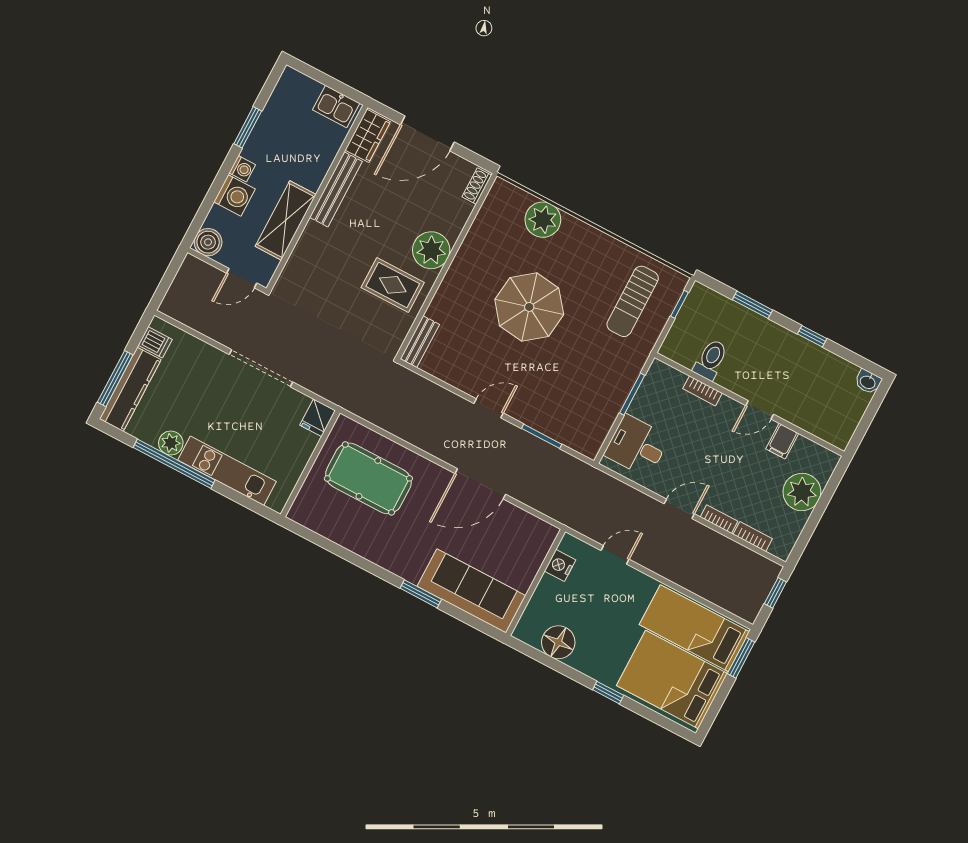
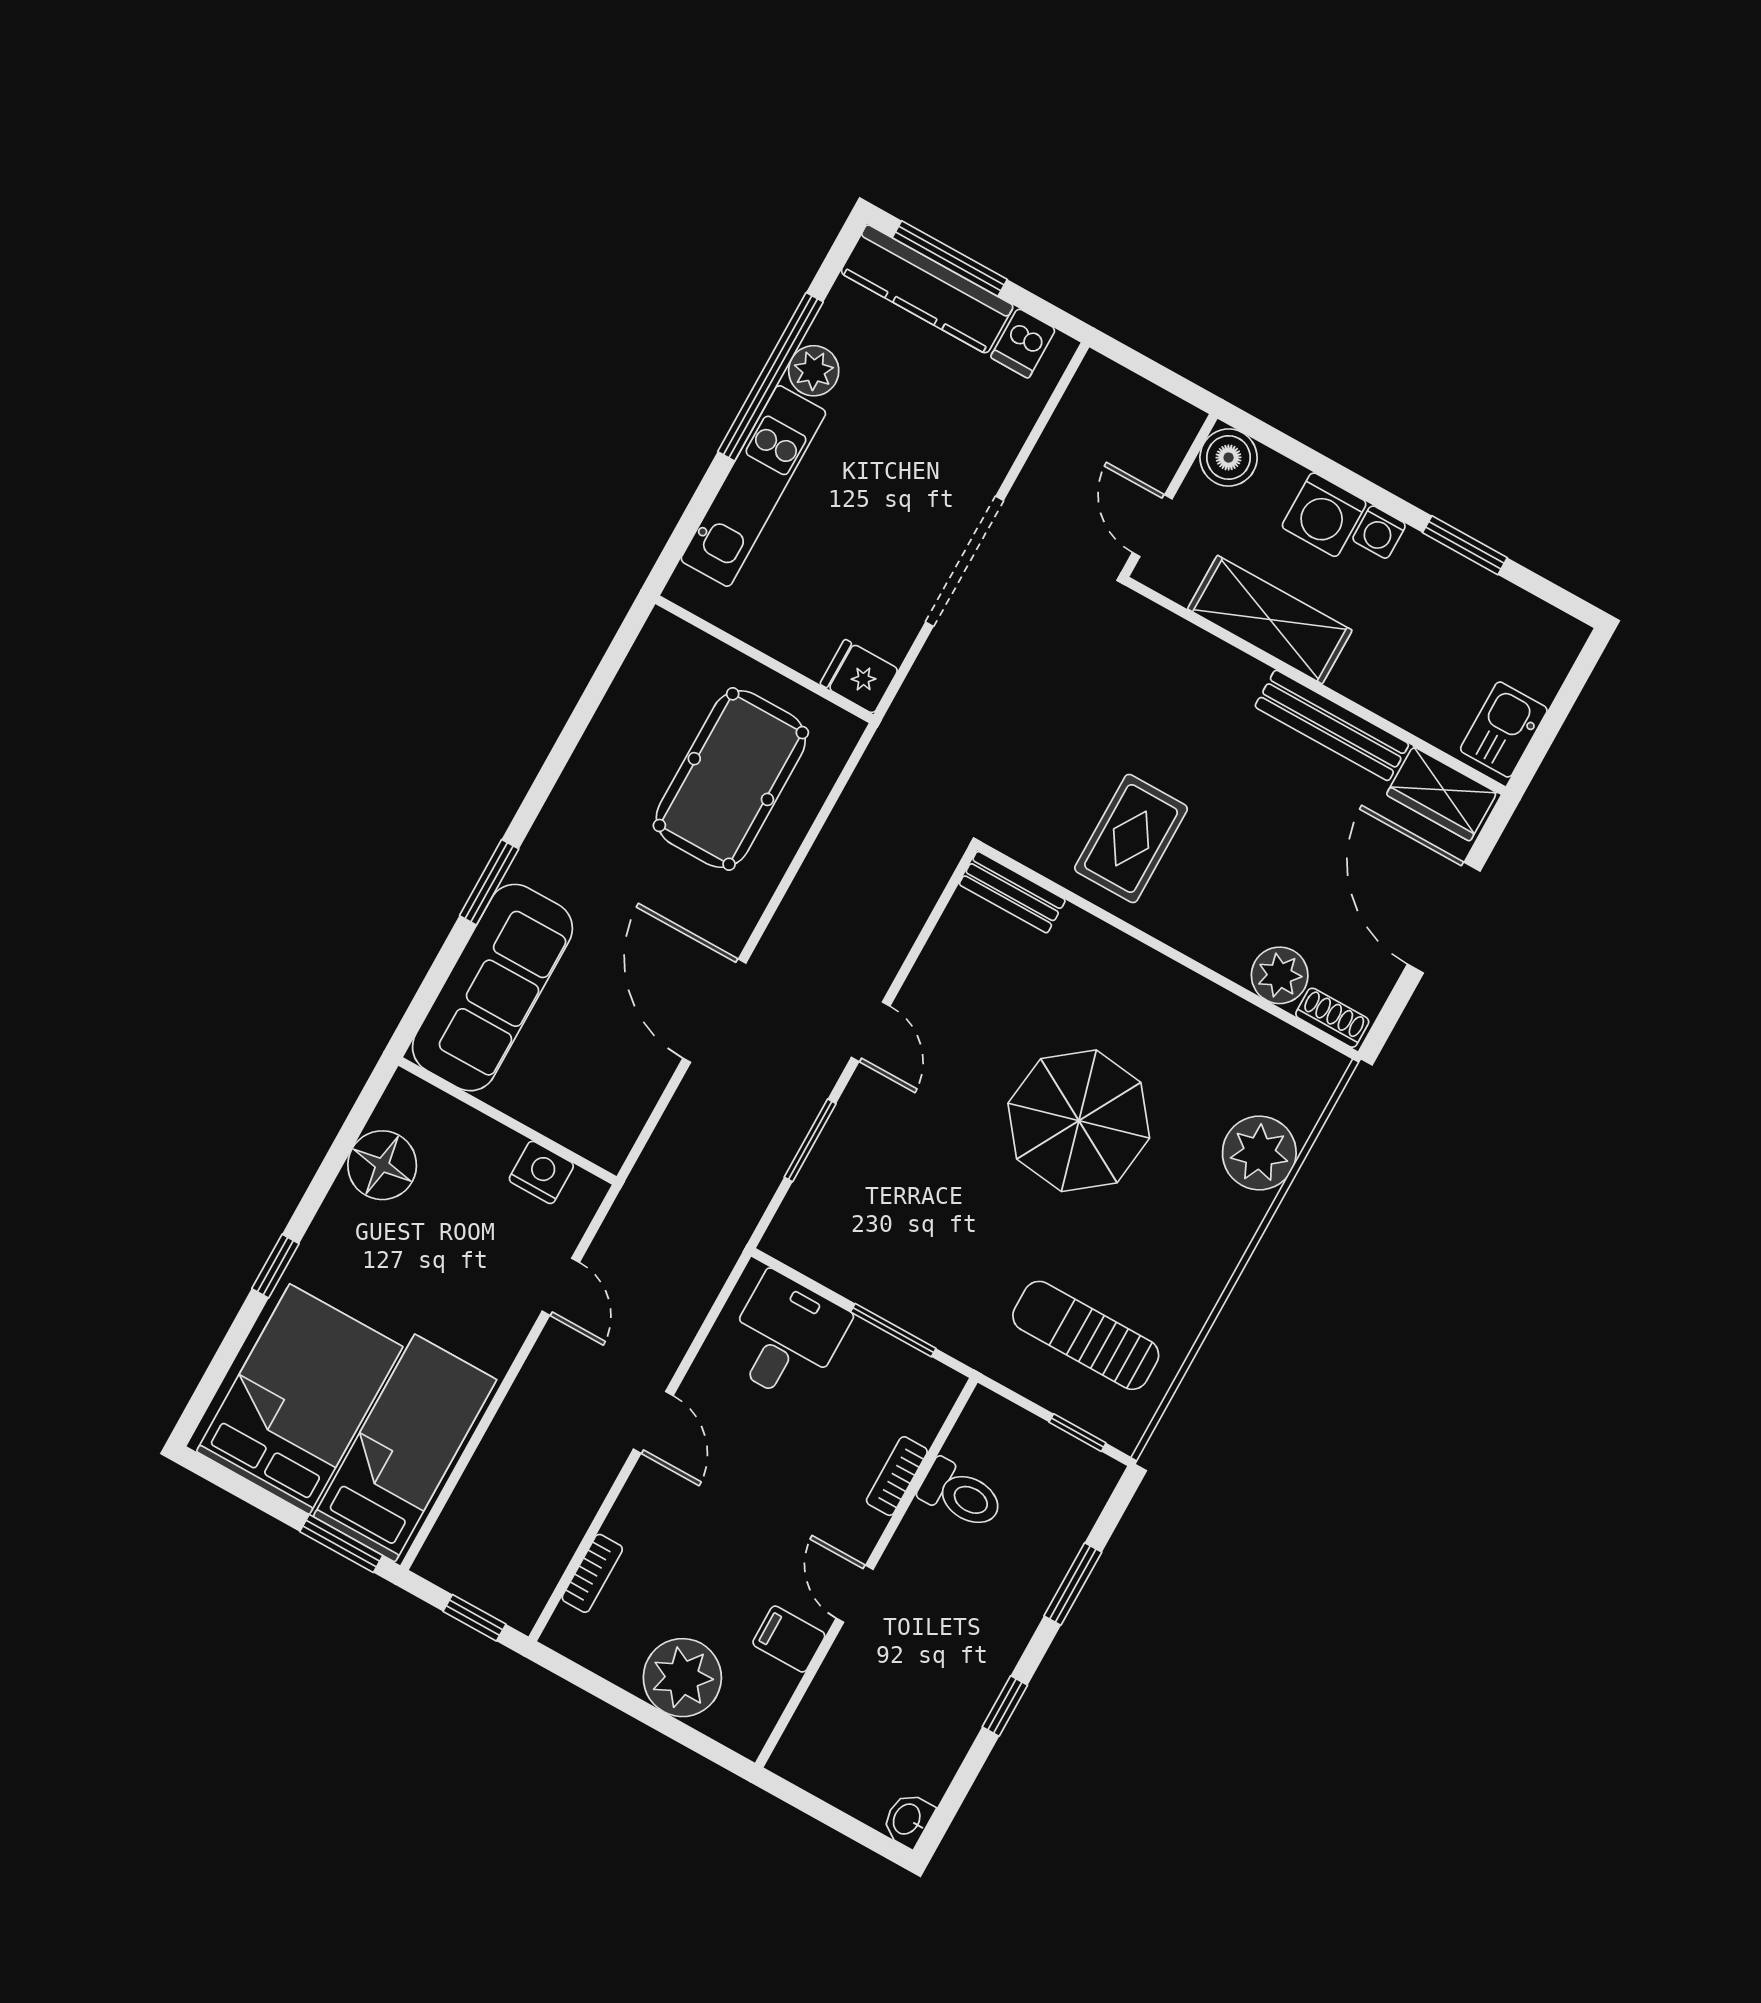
plant: (431, 250) -> (1280, 975), moved, width x0.73, depth x0.73
bookcase: (719, 519) -> (630, 1504), removed

